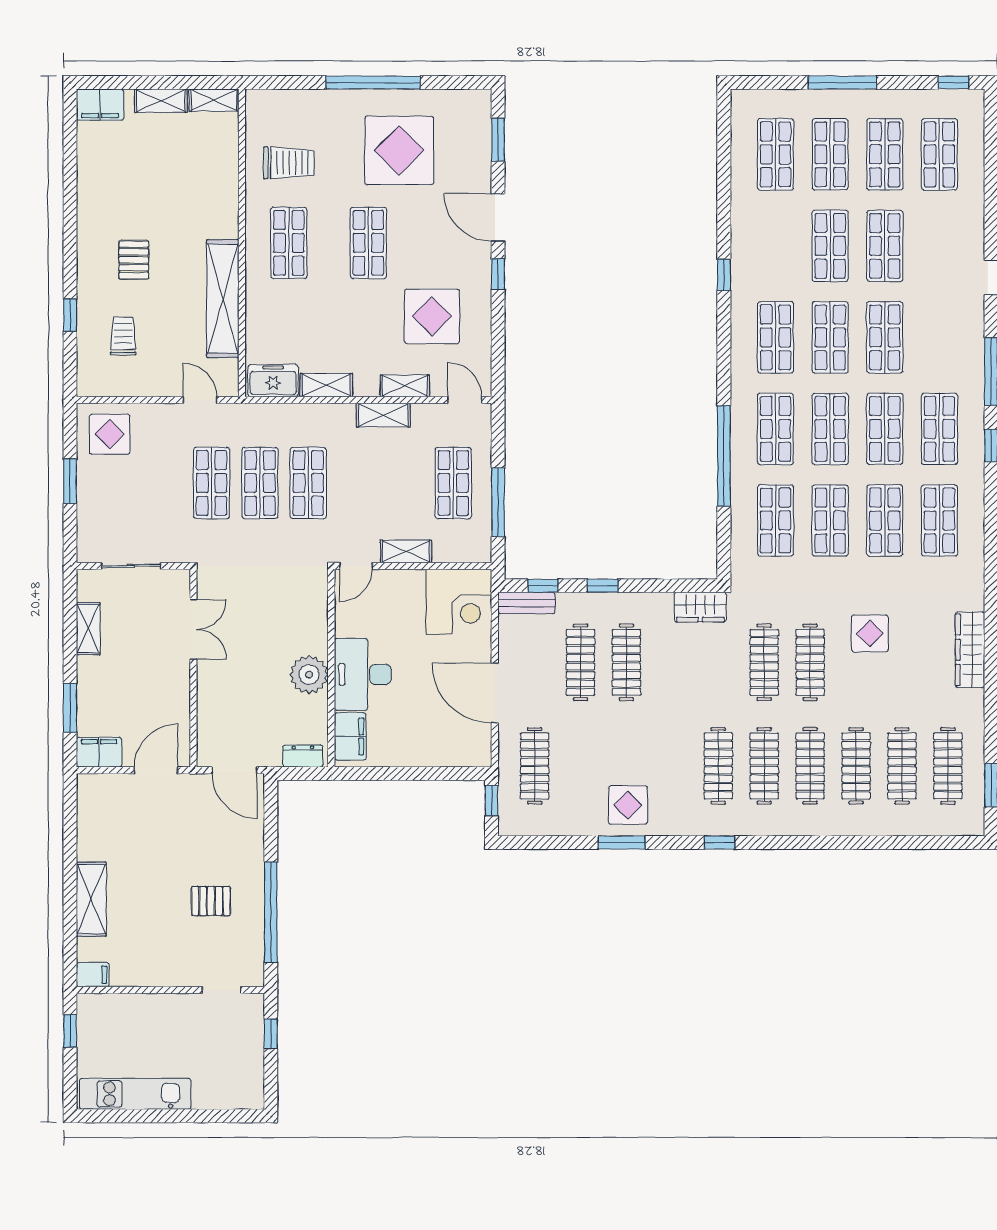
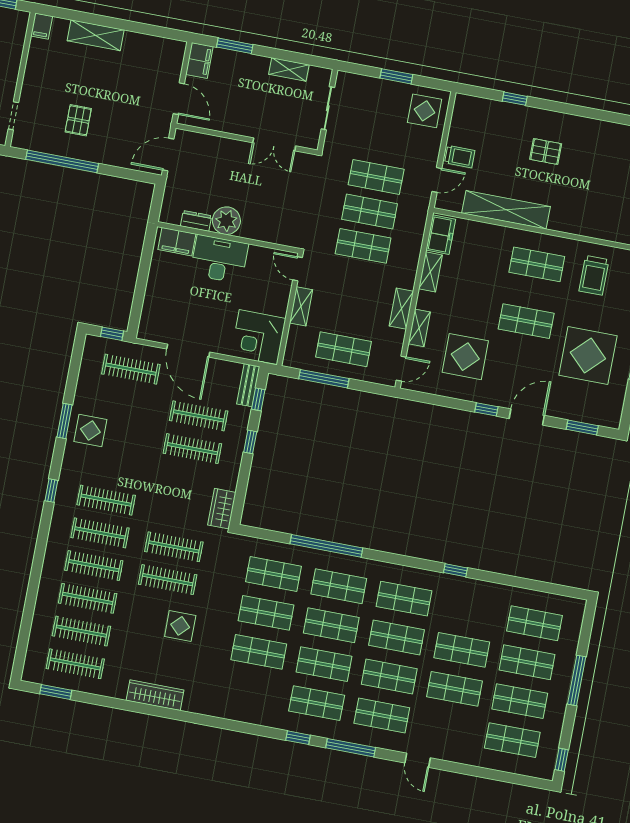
trolley: (123, 336) -> (460, 157), moved
shop shelf: (939, 520) -> (382, 715), moved
door: (495, 693) -> (188, 351), swing flipped
dresser: (303, 756) -> (196, 221), moved, turned -90

